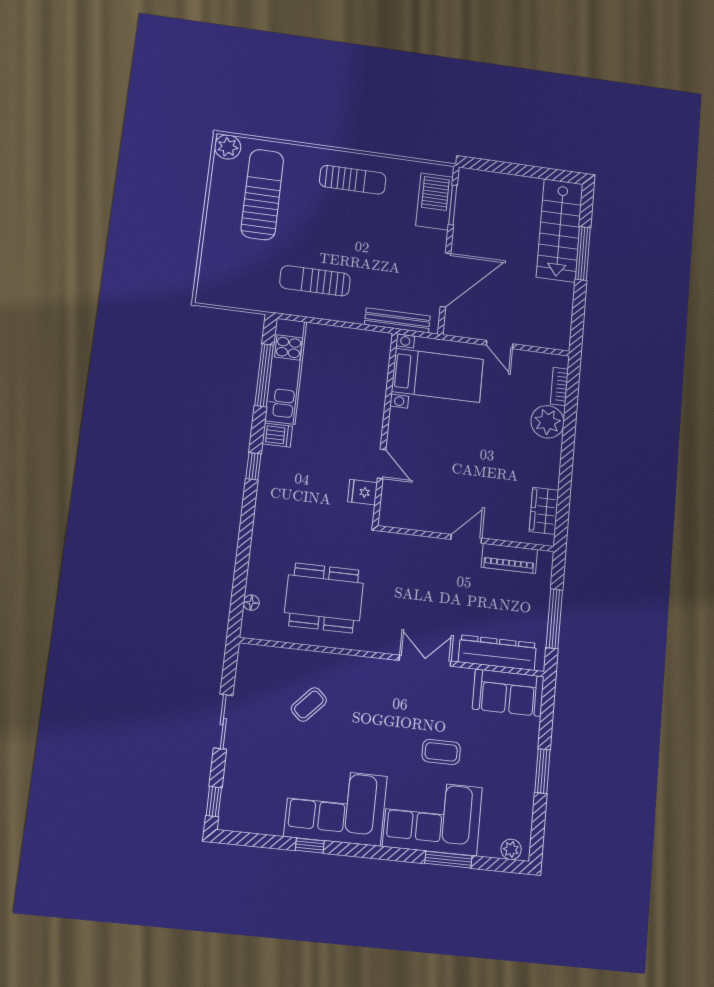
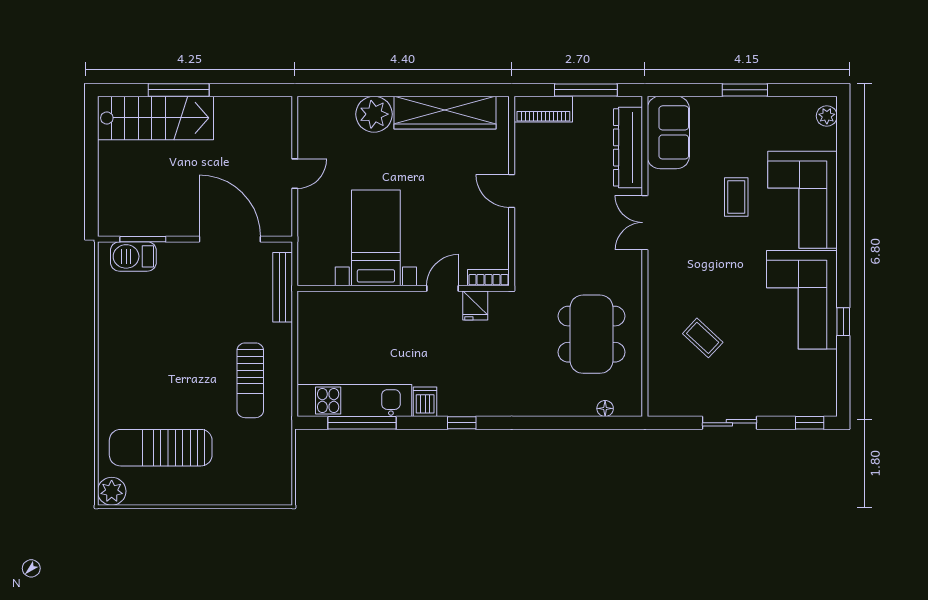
sun lounger: (353, 180) -> (130, 352), removed
barbecue: (435, 201) -> (133, 256), width x0.73, depth x0.83
bed with nightstands: (437, 375) -> (376, 238), moved
bookcase: (559, 387) -> (488, 278), moved, turned 180
wardrobe: (544, 511) -> (445, 113), width x2.10, depth x1.17
piano: (509, 558) -> (543, 109), moved, turned 90
window: (448, 860) -> (843, 180), removed

